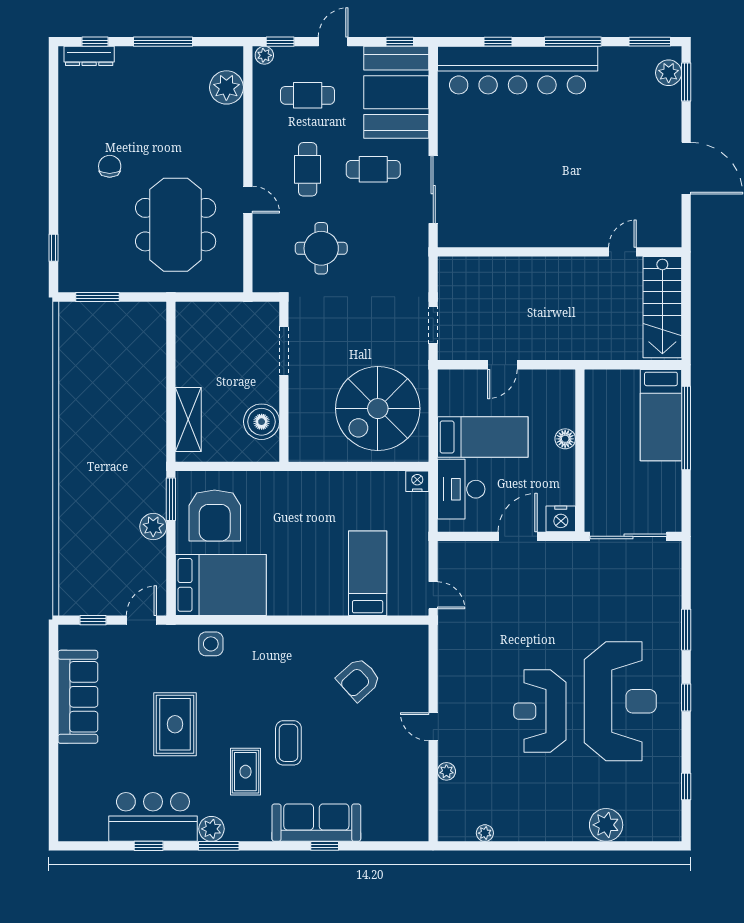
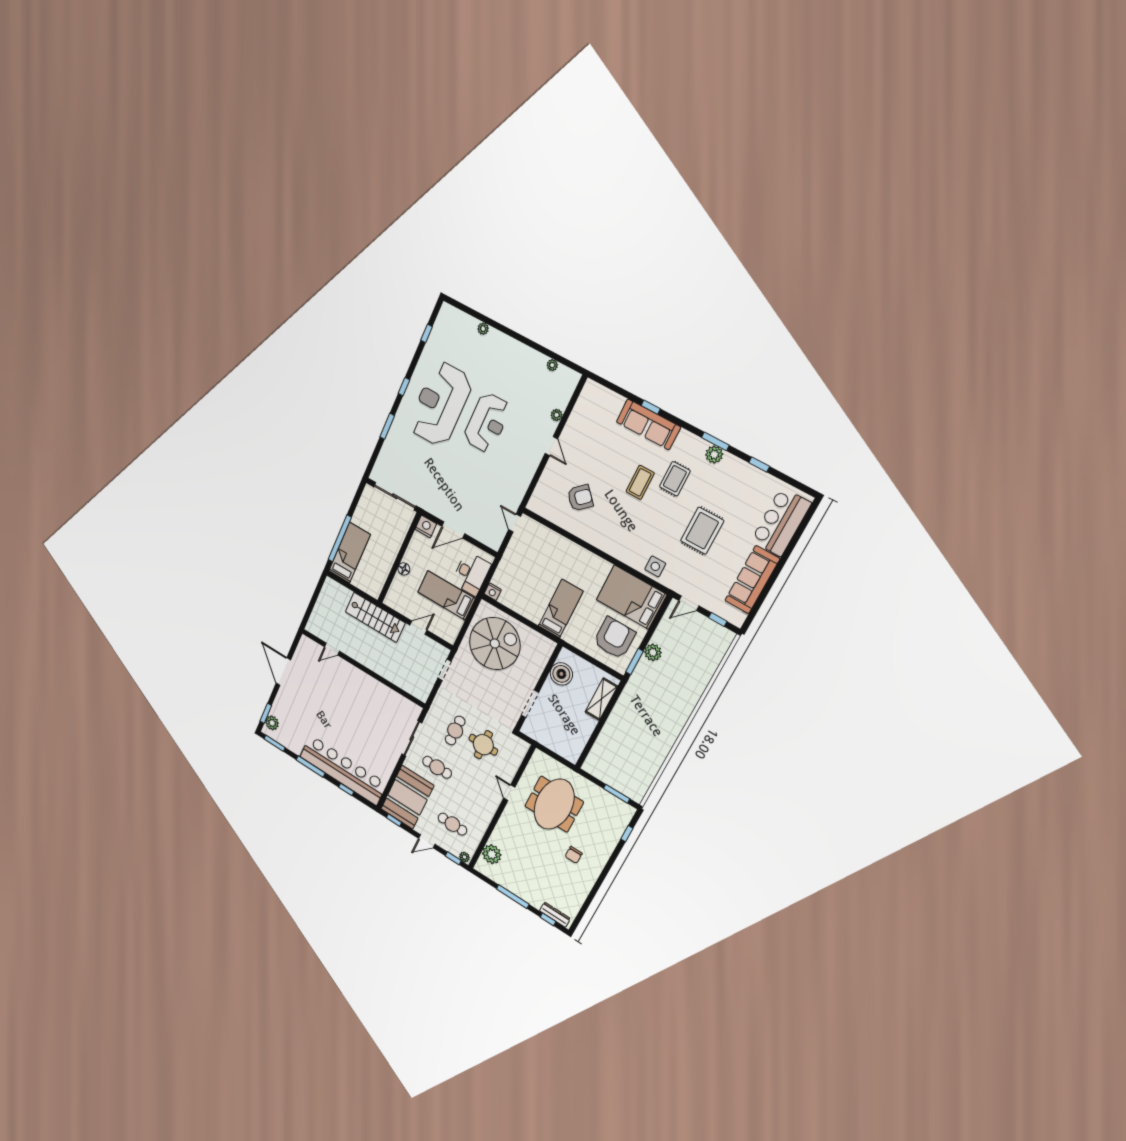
cafe table: (308, 169) -> (455, 731), moved
stairs: (662, 307) -> (375, 617), moved, turned 90
bed: (368, 573) -> (561, 609), moved, turned 180
bar counter: (153, 817) -> (781, 522), moved, turned 90
plant: (606, 825) -> (483, 329), width x0.53, depth x0.53

